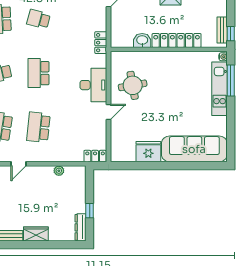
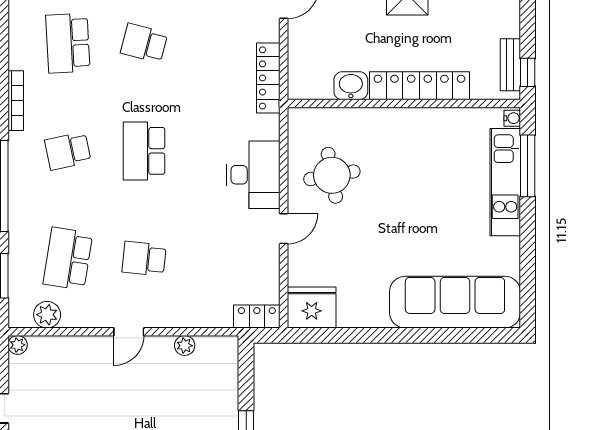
locker: (101, 43) -> (268, 78), width x1.53
school desk: (38, 127) -> (144, 259), width x0.54
fridge: (148, 152) -> (312, 308), moved
door: (19, 164) -> (129, 332), moved

